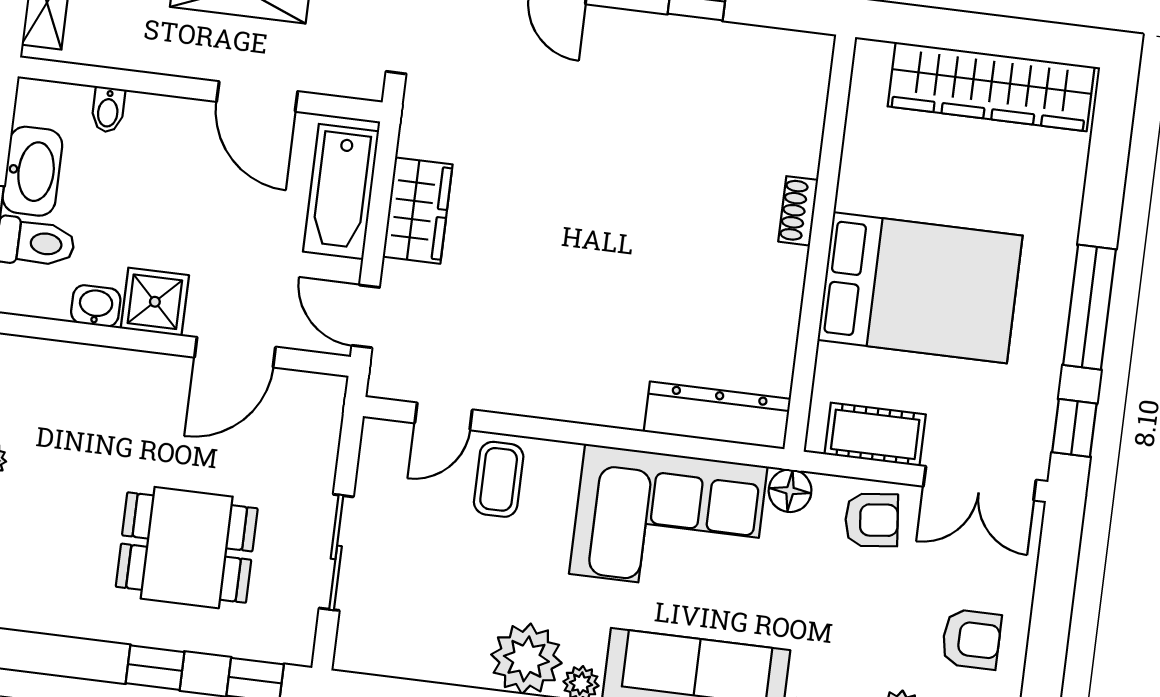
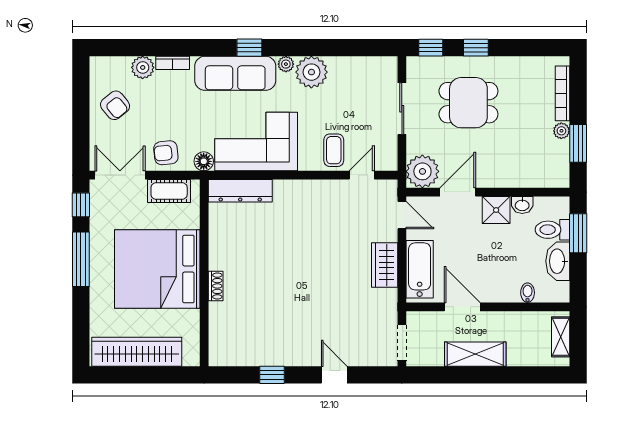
bed: (920, 288) -> (157, 269), width x1.36
plant: (308, 408) -> (422, 171), added
armchair: (971, 639) -> (115, 105), turned -129

